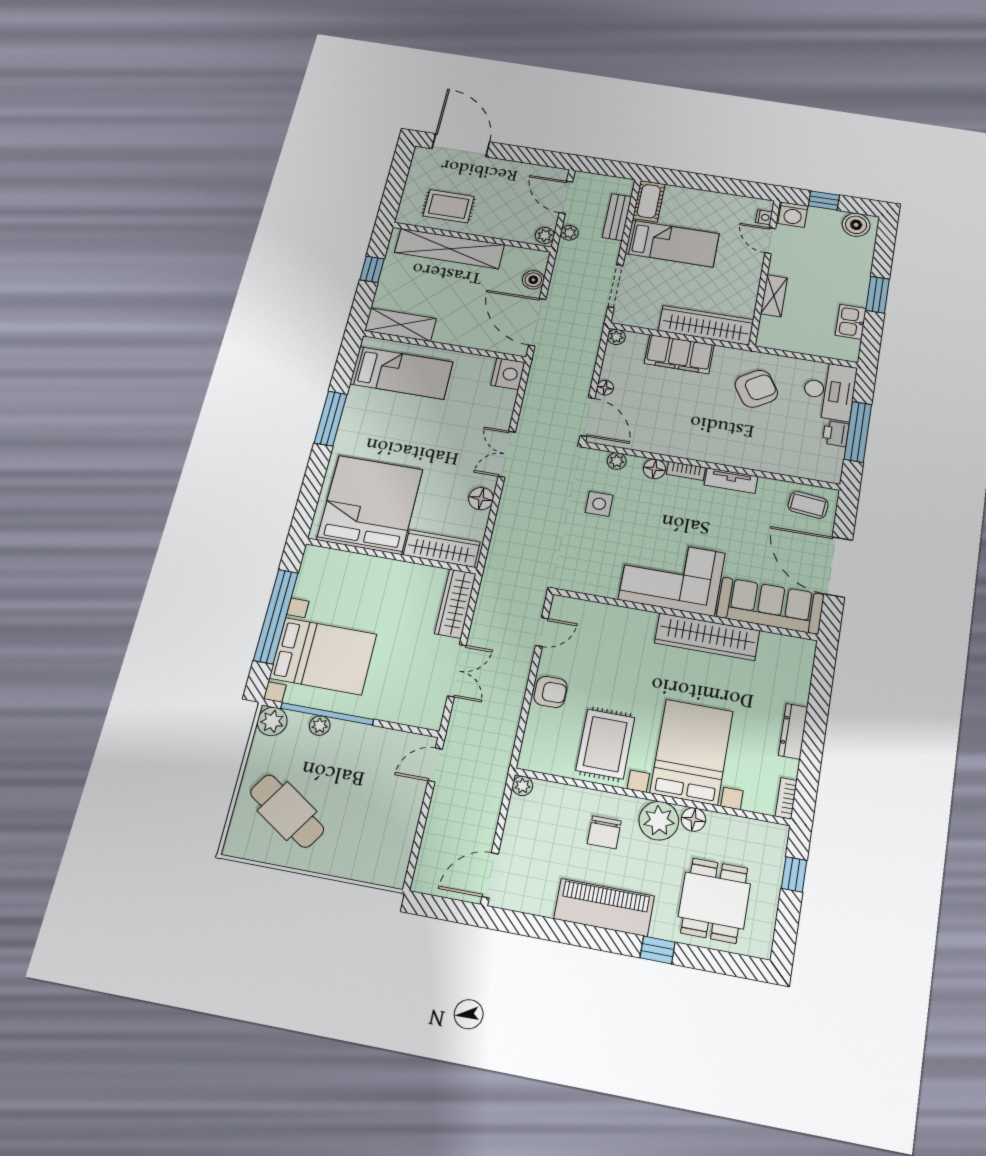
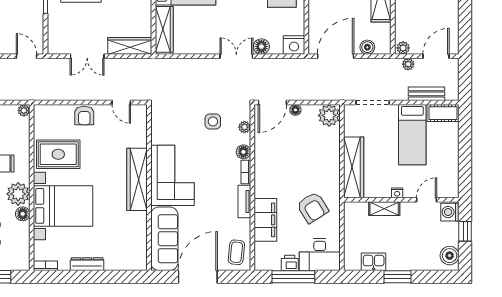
nightstand: (764, 217) -> (397, 193), moved
plant: (616, 337) -> (329, 115), width x1.88, depth x1.88
filing cabinet: (679, 354) -> (265, 220), moved, turned 180
floor lamp: (481, 499) -> (261, 47), moved
wardrobe: (707, 637) -> (137, 179), moved

